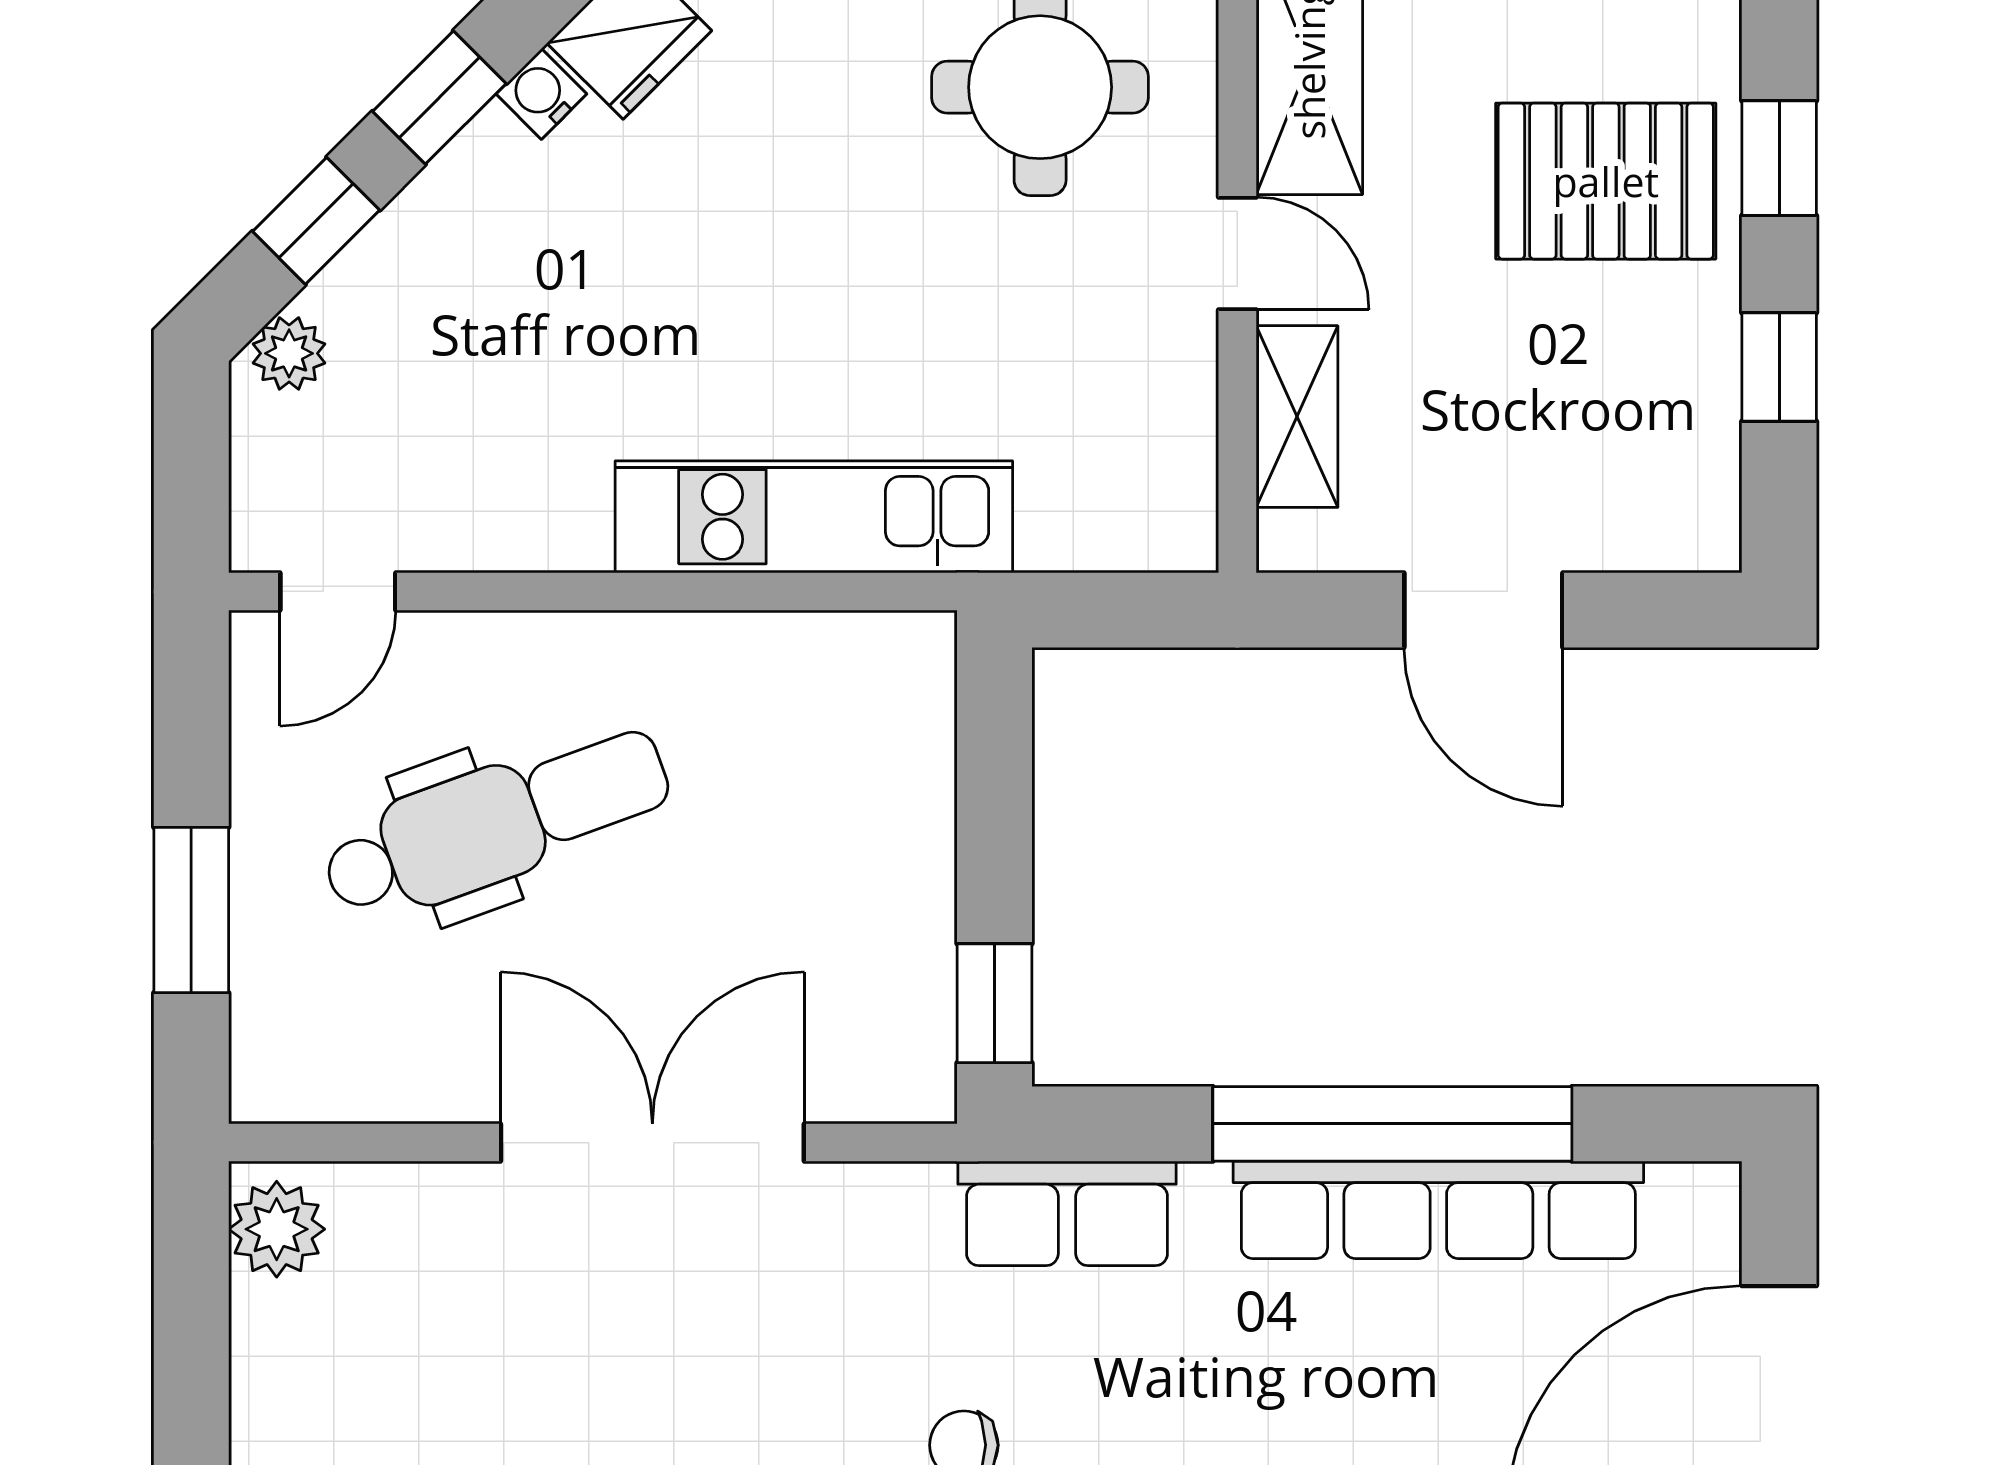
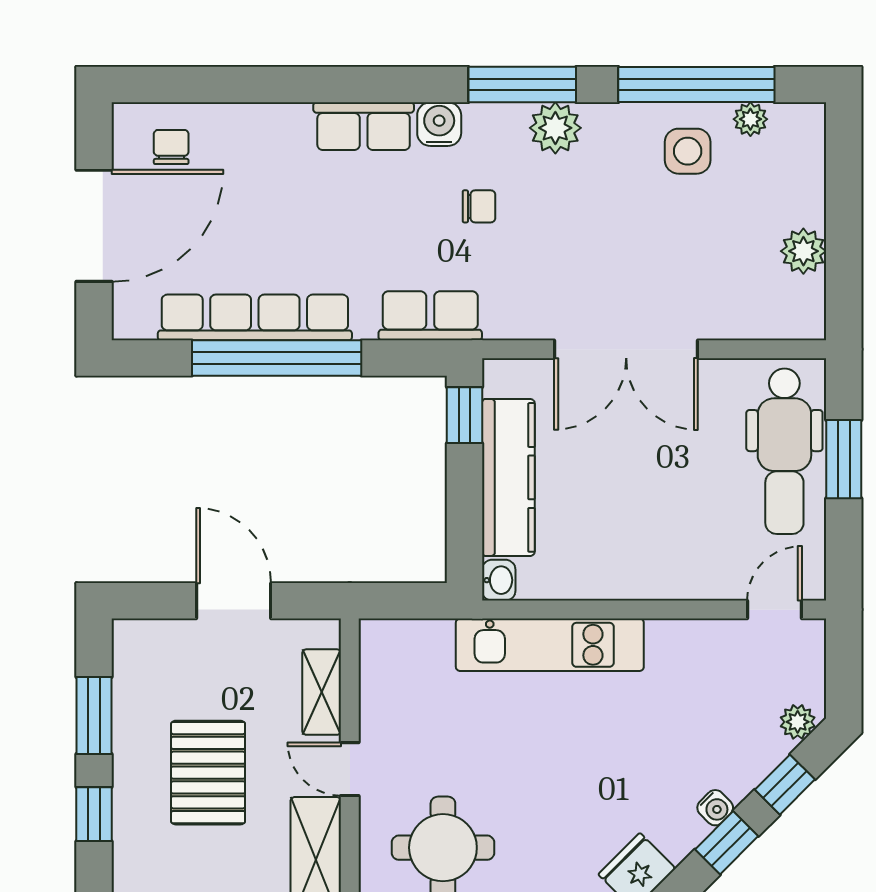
water cooler: (541, 94) -> (715, 808), moved
pallet: (1606, 181) -> (208, 773), moved, turned 90
window: (1779, 367) -> (94, 715), width x1.50
washbasin: (922, 654) -> (499, 580), added
dental chair: (496, 823) -> (784, 451), moved, turned -70
kitchen counter: (902, 871) -> (508, 477), added
plant: (277, 1229) -> (803, 251), moved

